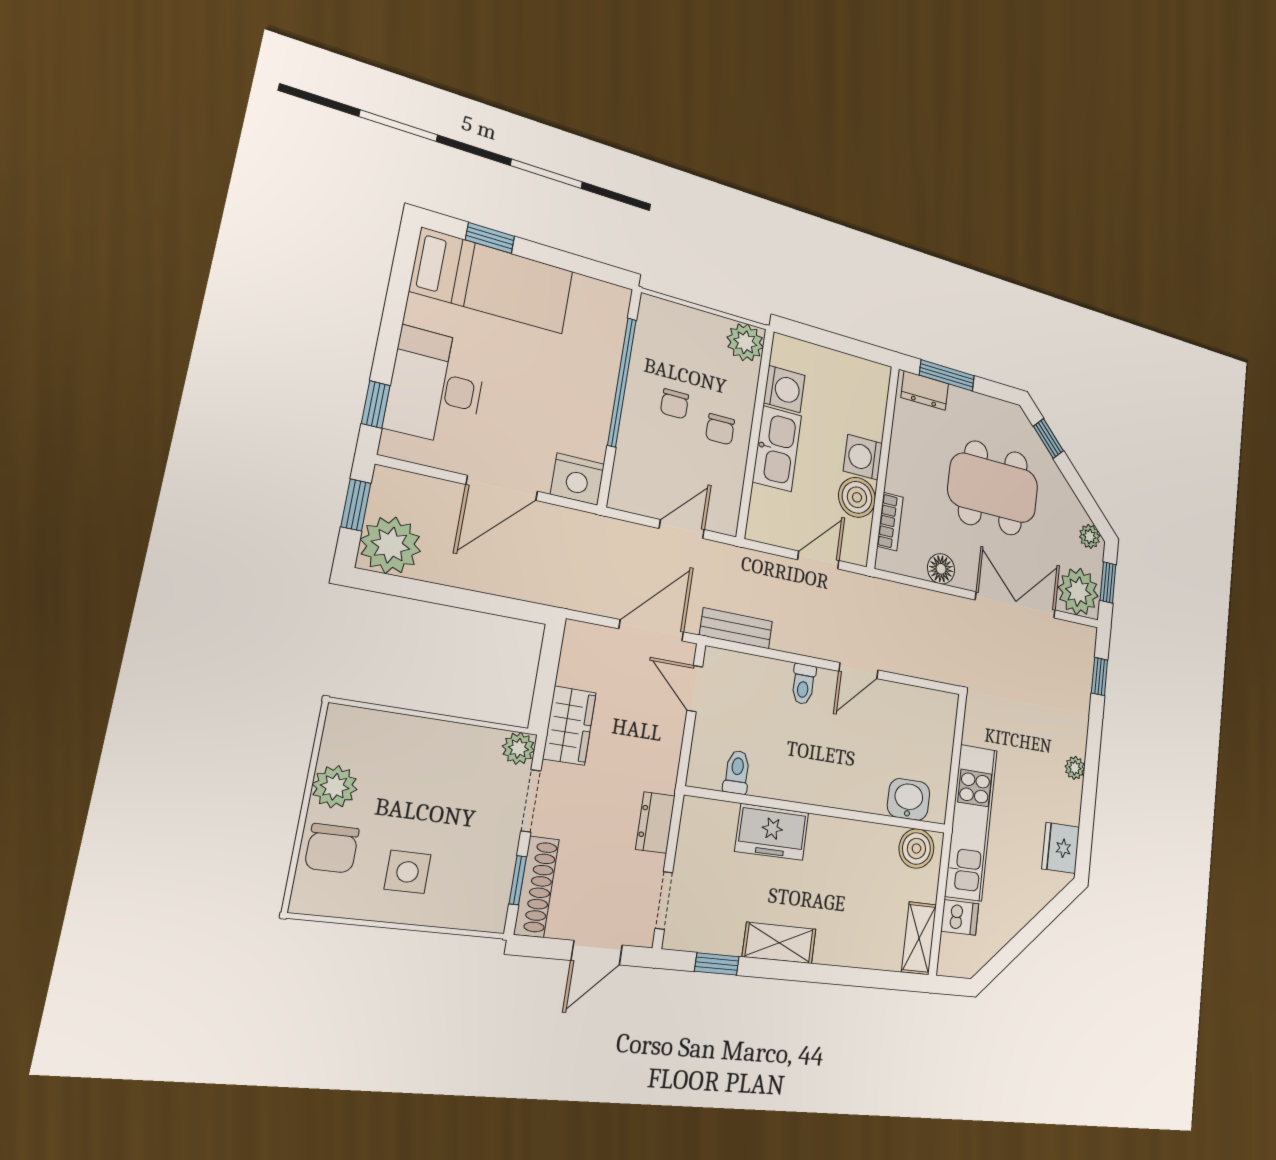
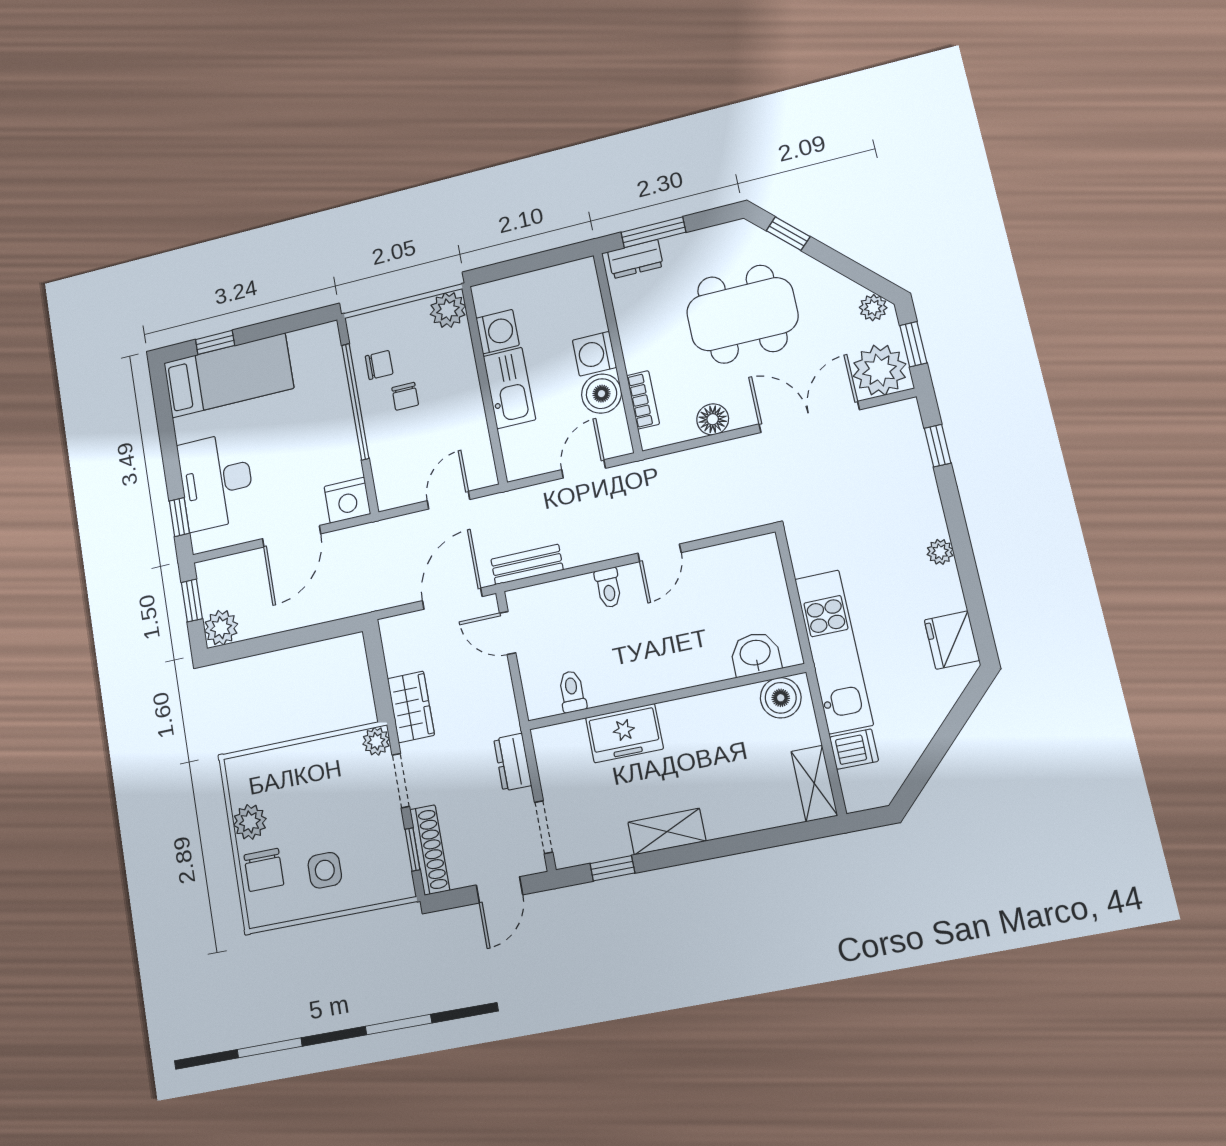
chair: (720, 429) -> (379, 365), moved, turned -90
plant: (391, 545) -> (221, 628), width x0.73, depth x0.73

